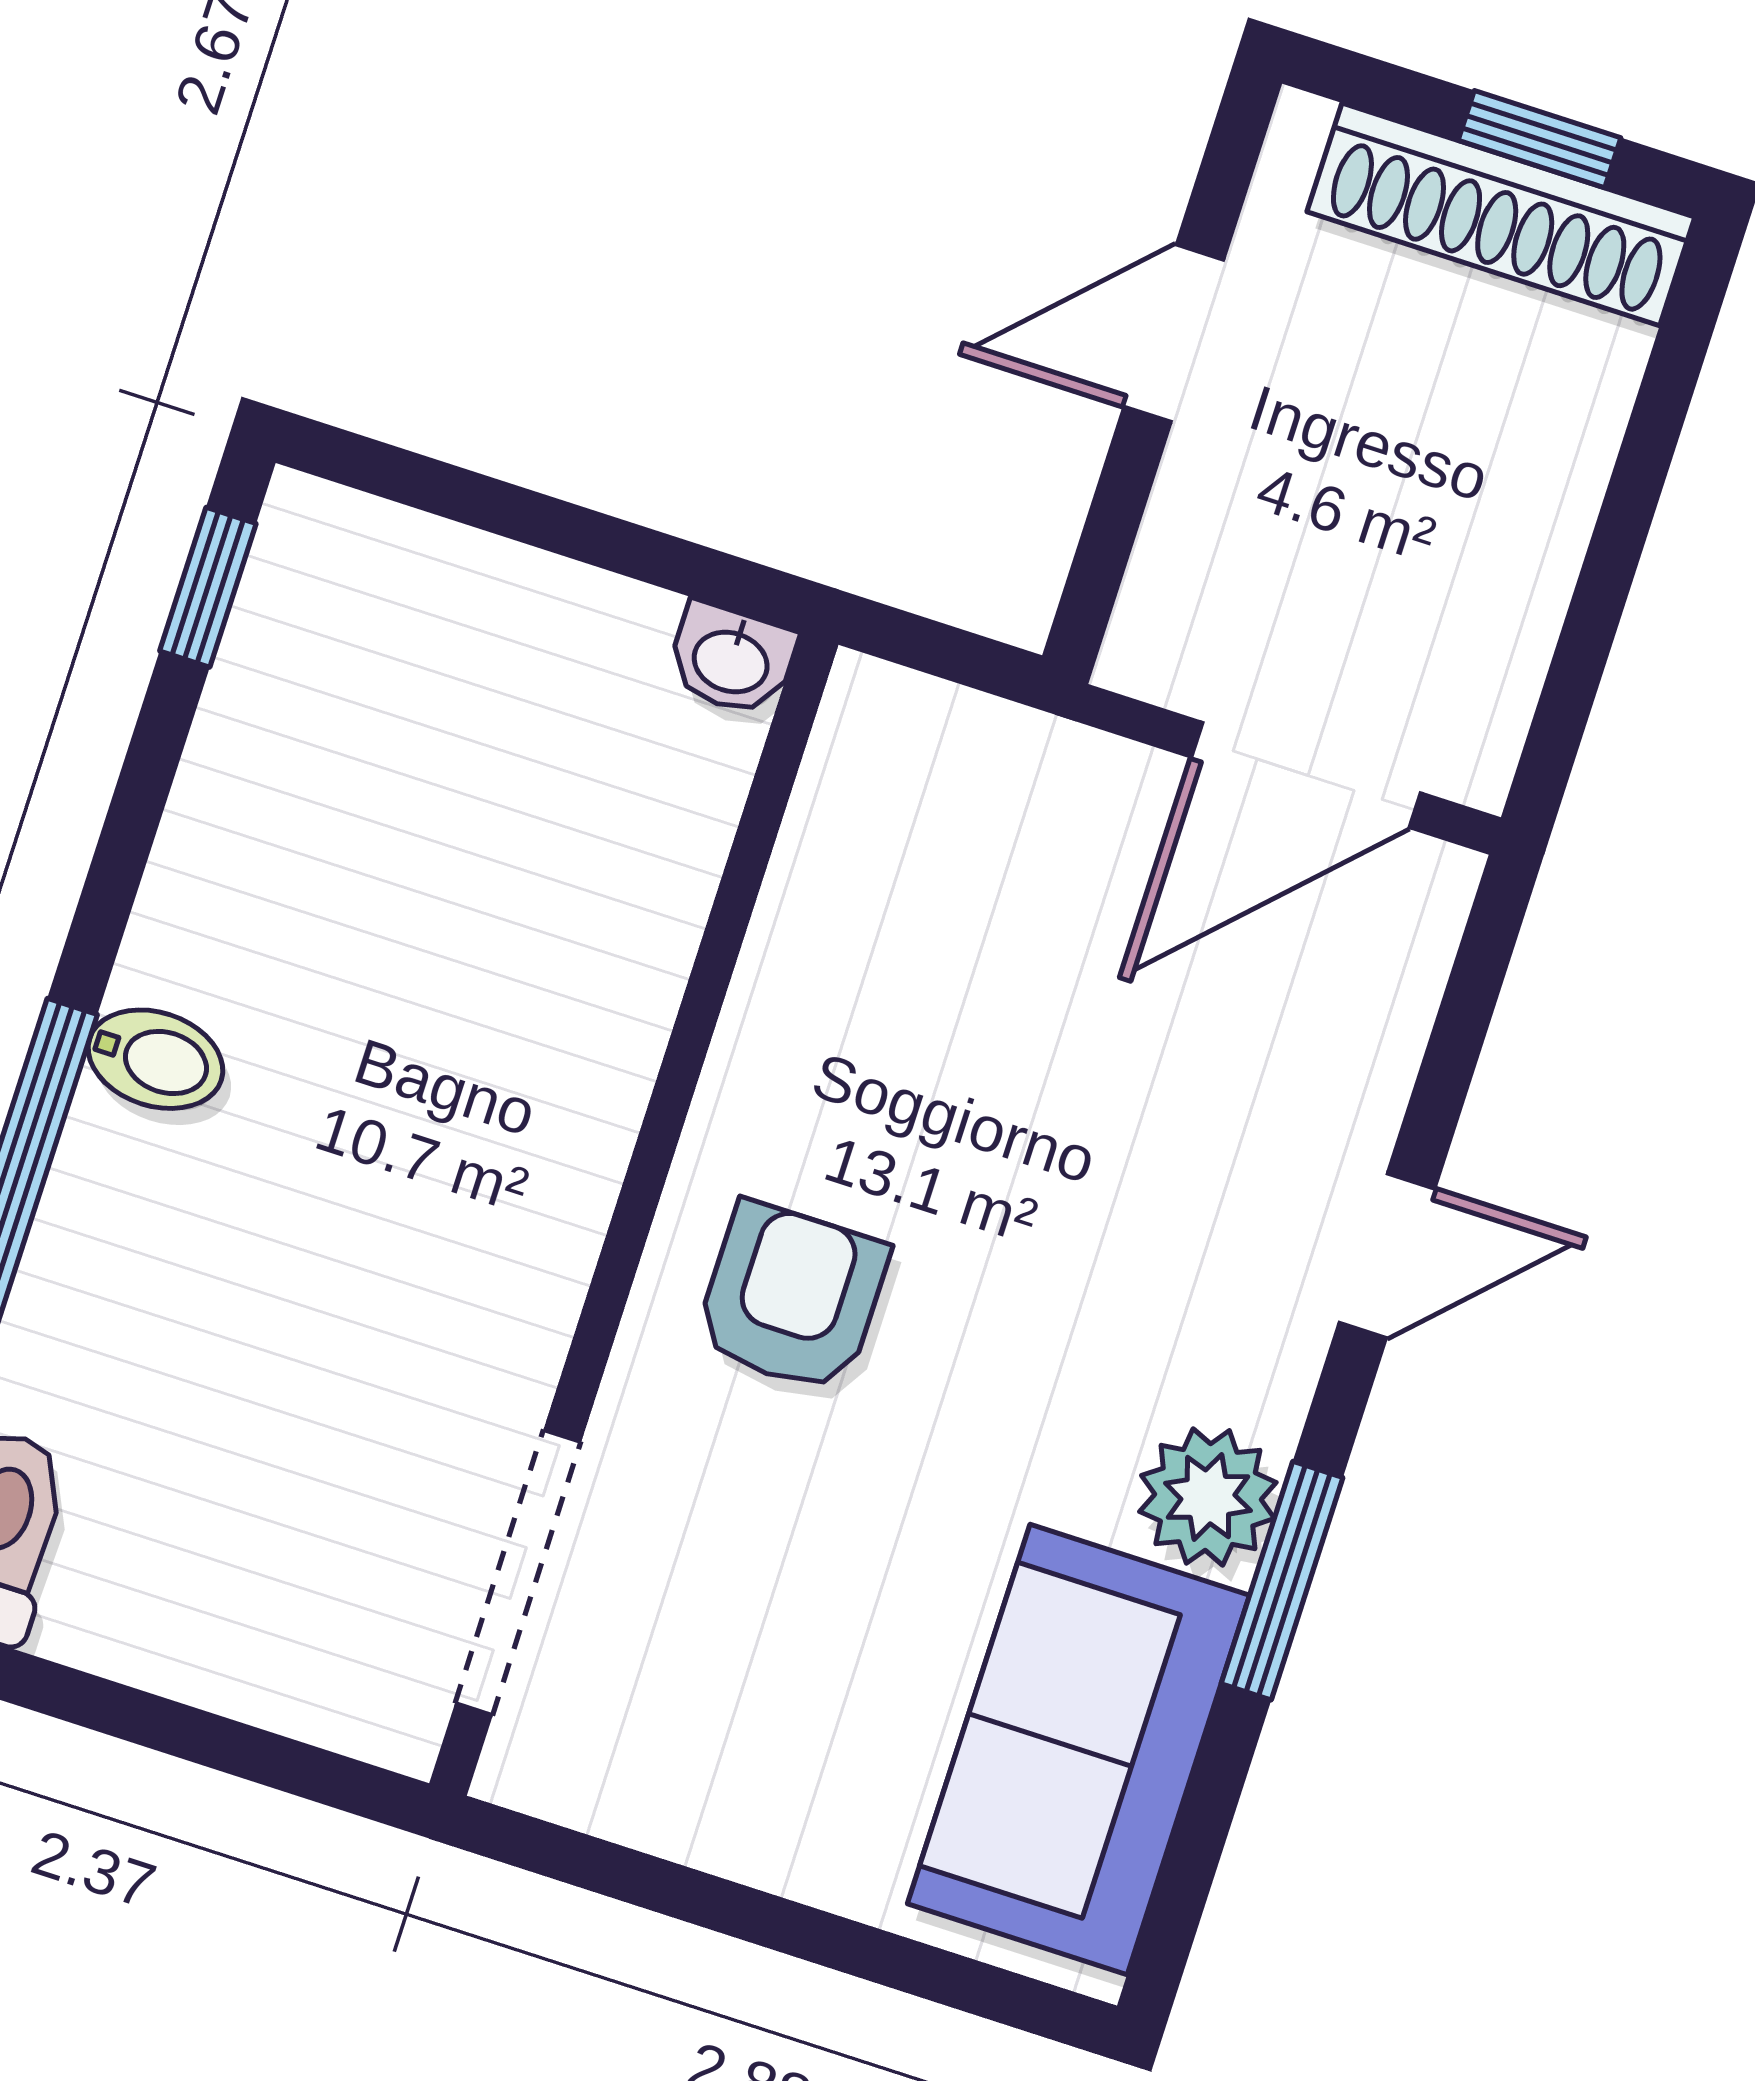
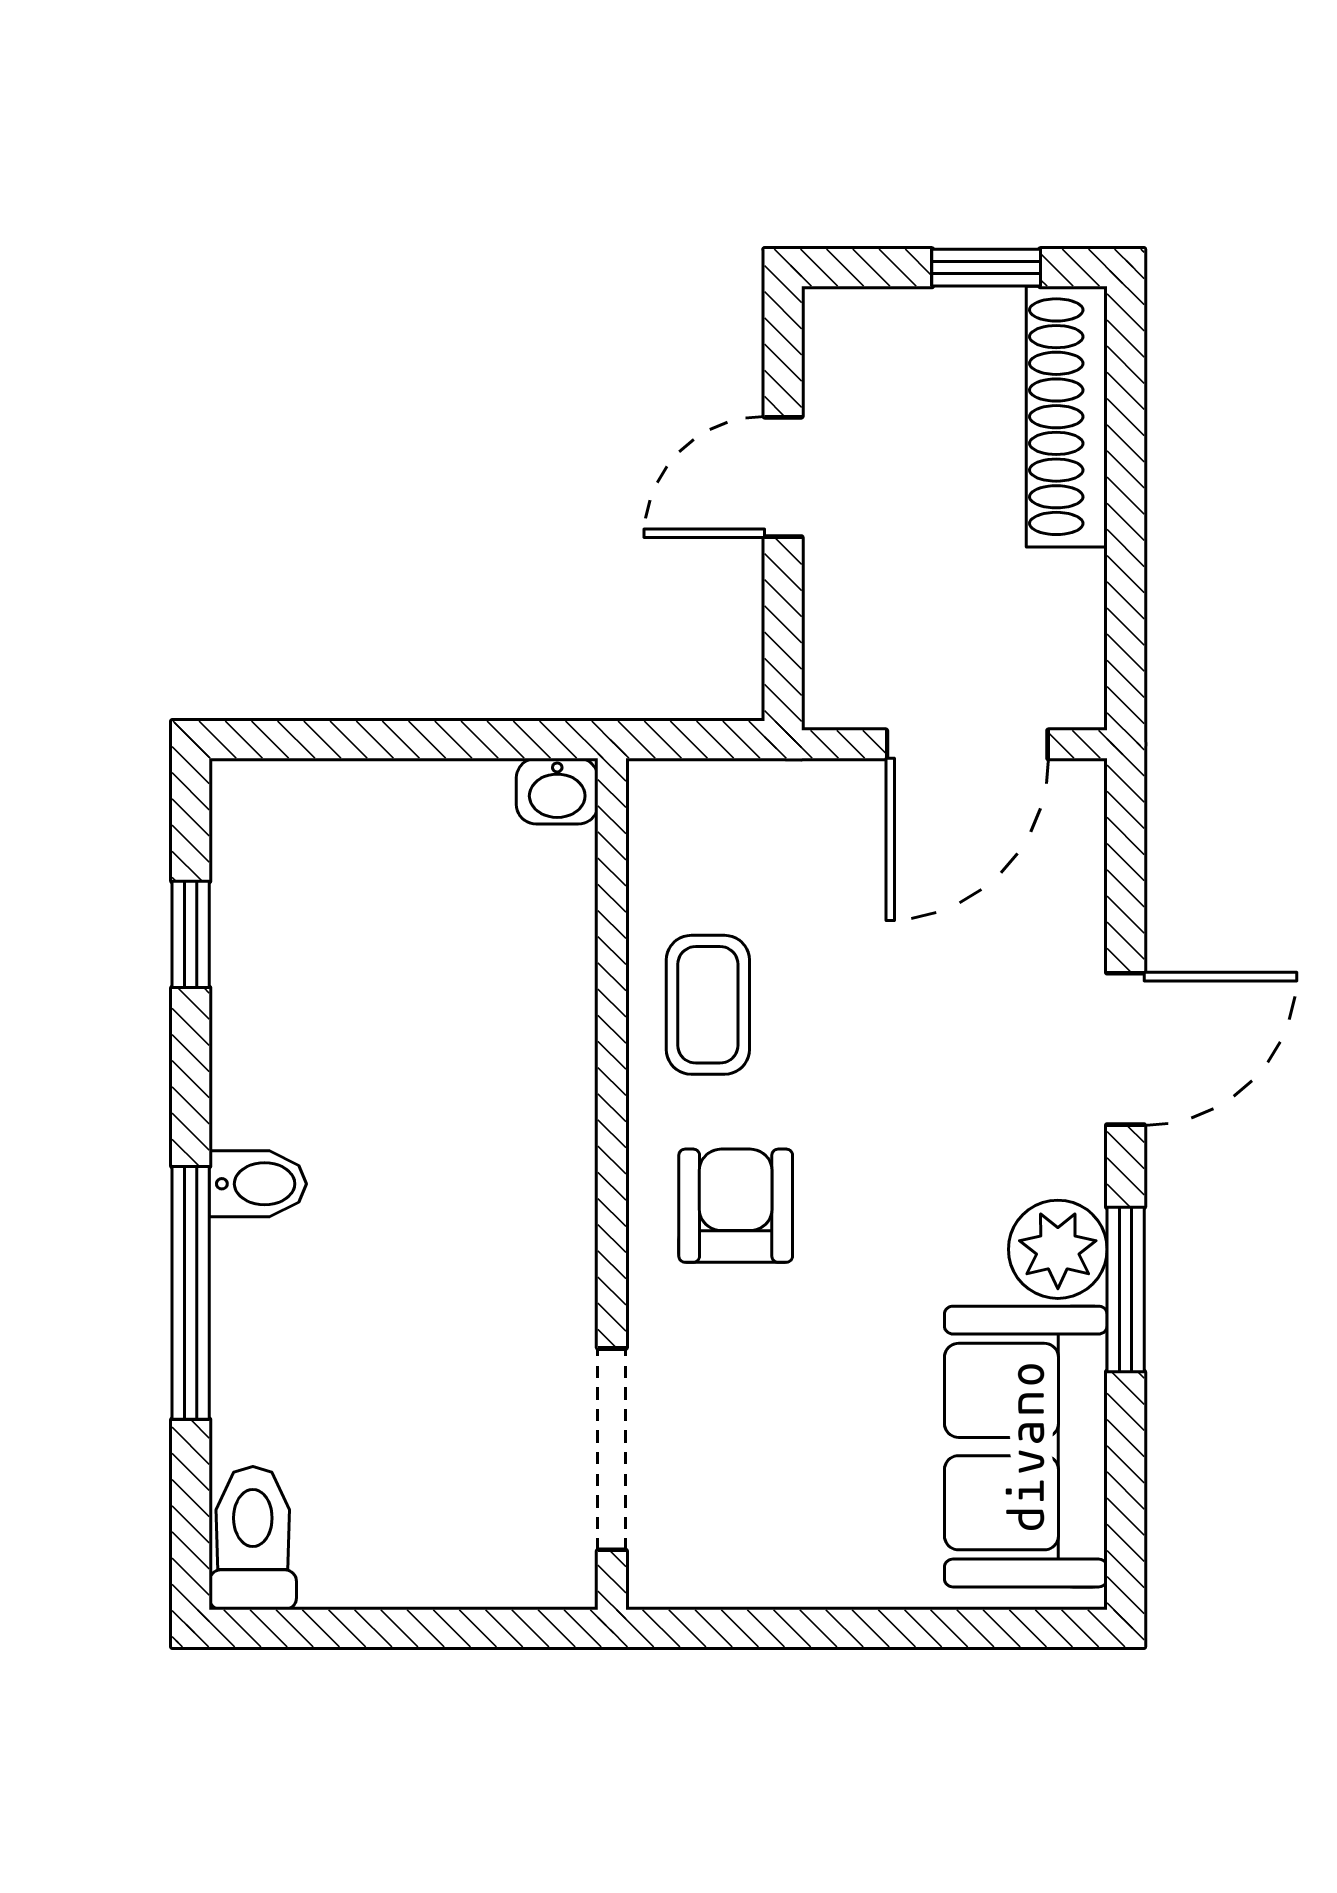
shoe rack: (1501, 214) -> (1067, 417), moved, turned 90
window: (208, 587) -> (191, 934), moved
coffee table: (842, 1014) -> (708, 1005), added
door: (1387, 1256) -> (1126, 1049), width x1.38

